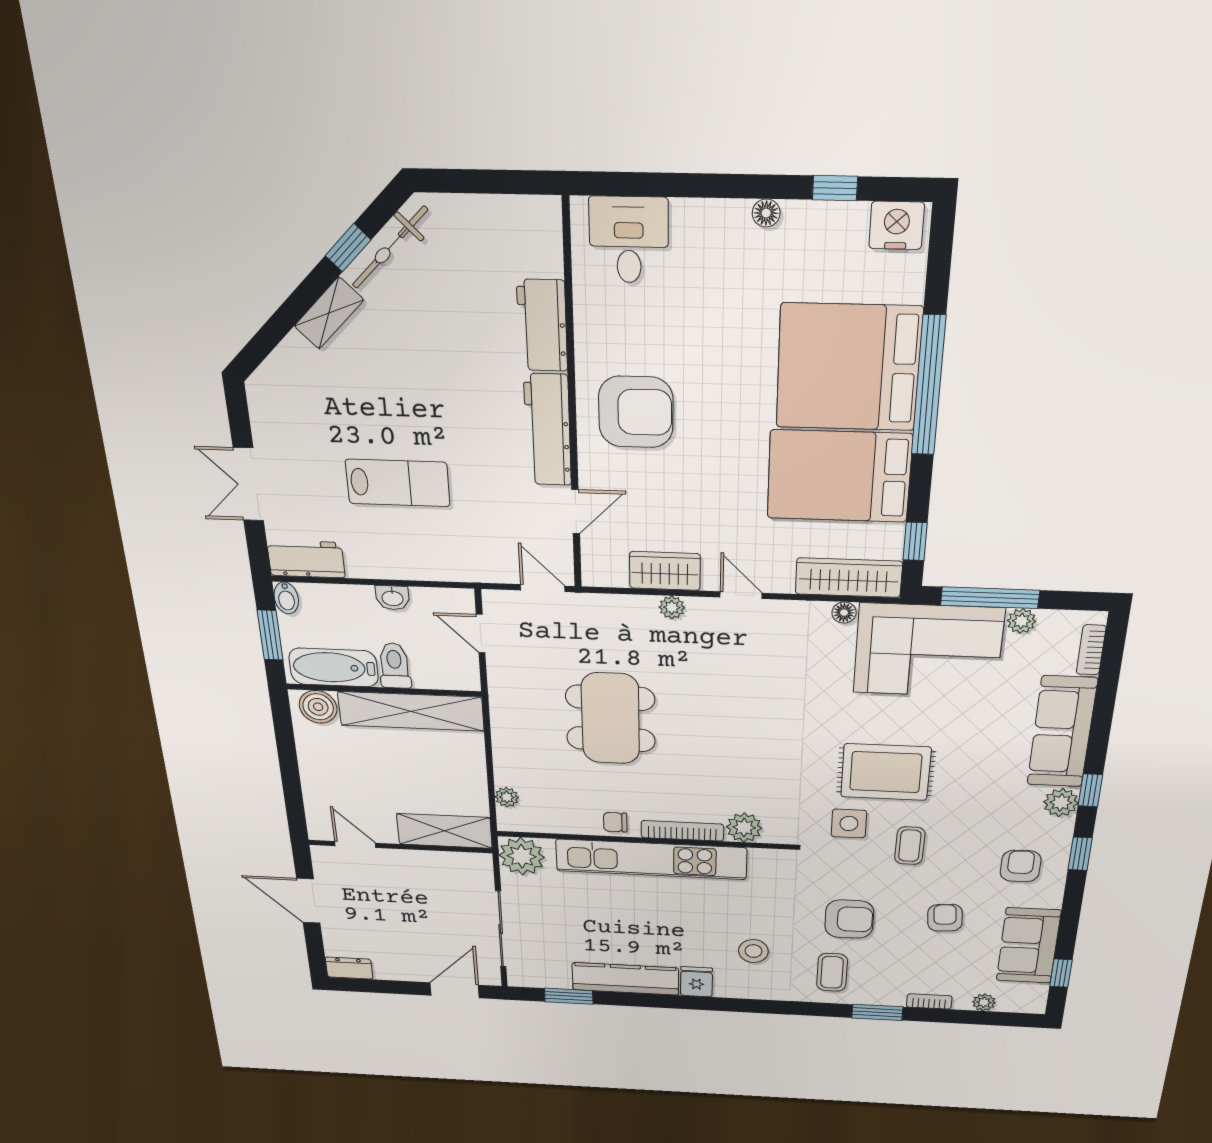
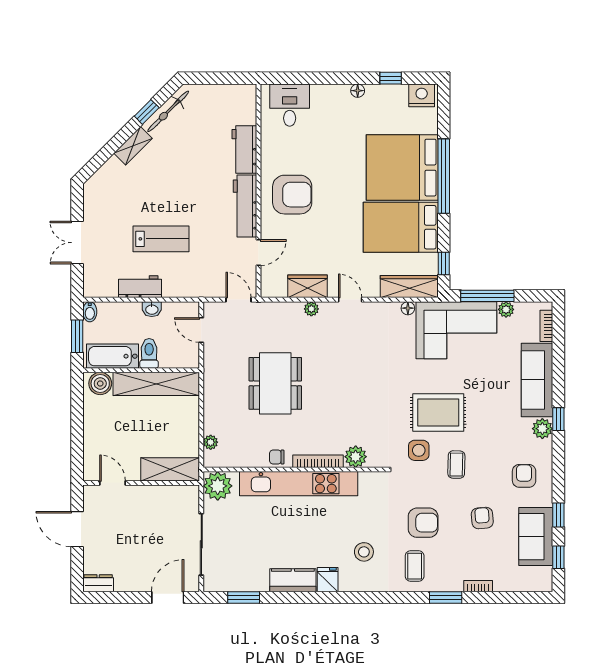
workbench: (306, 559) -> (140, 287), moved
window: (1080, 854) -> (558, 515), moved
kitchen counter: (625, 979) -> (293, 580), width x0.67
plant: (984, 1002) -> (513, 584), removed

